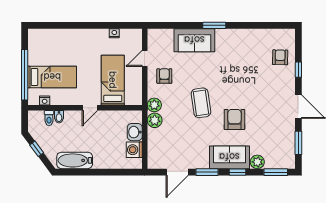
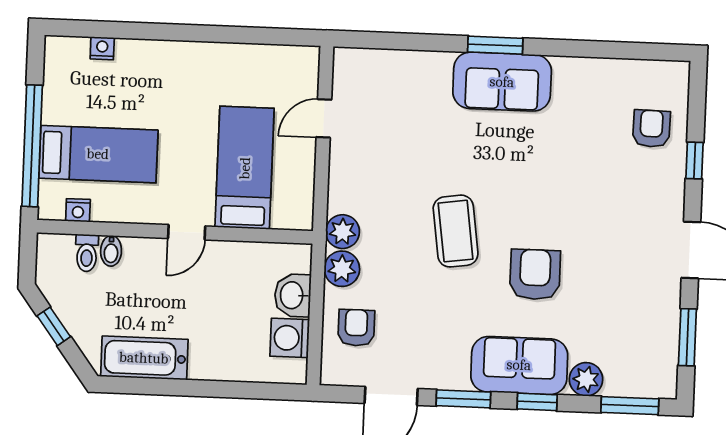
nightstand: (114, 33) -> (102, 48), moved
sofa: (194, 40) -> (502, 82), moved
armchair: (164, 76) -> (356, 328), moved

